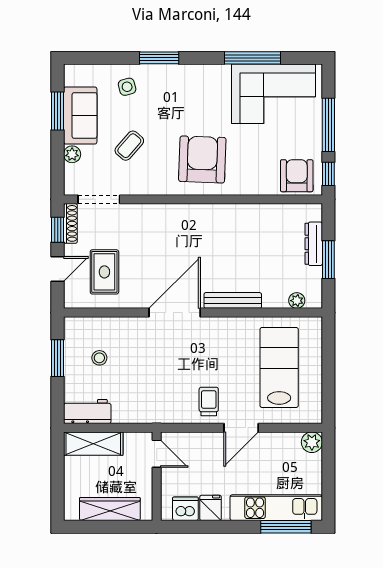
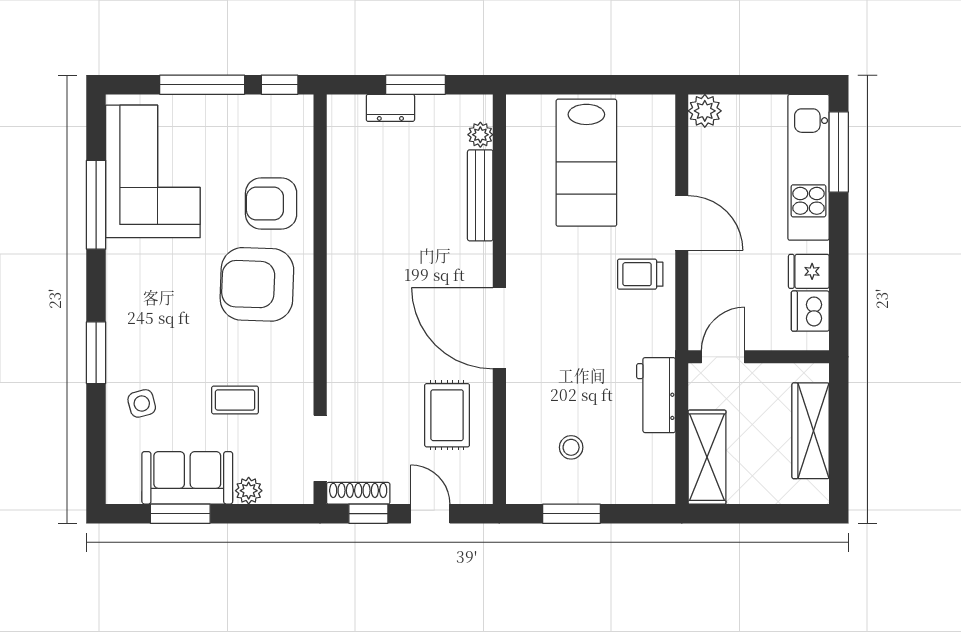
coffee table: (129, 146) -> (235, 400), turned -41
armchair: (297, 176) -> (271, 204), moved
dresser: (314, 244) -> (390, 108), width x0.70
rug: (104, 272) -> (447, 415), moved, turned 90
bench: (233, 300) -> (480, 195), moved
lab bench: (279, 367) -> (586, 163), turned -90
workbench: (87, 411) -> (656, 395), moved

